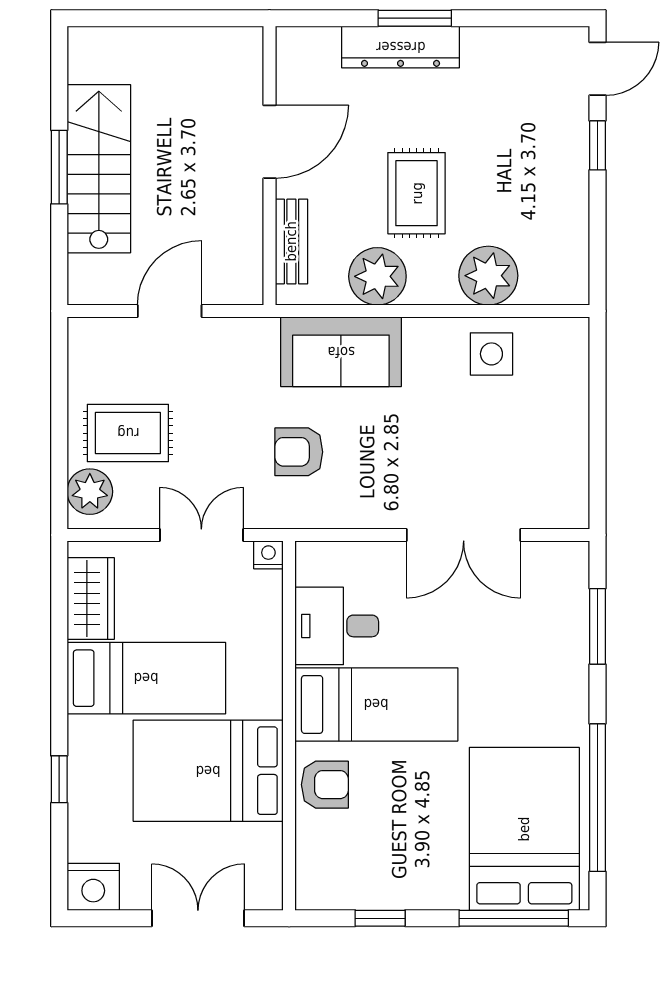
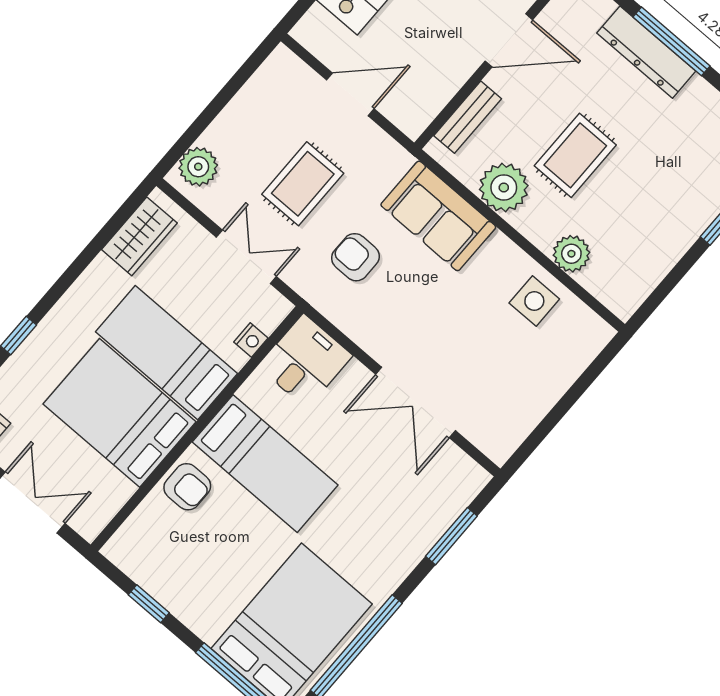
window: (415, 18) -> (671, 41), width x1.44
plant: (488, 276) -> (571, 254), width x0.73, depth x0.73
rug: (128, 433) -> (303, 184), moved, turned 90
nightstand: (268, 555) -> (251, 340), moved, turned 90
desk: (337, 626) -> (305, 361), moved, turned 90
bed: (146, 678) -> (167, 353), moved, turned 180

